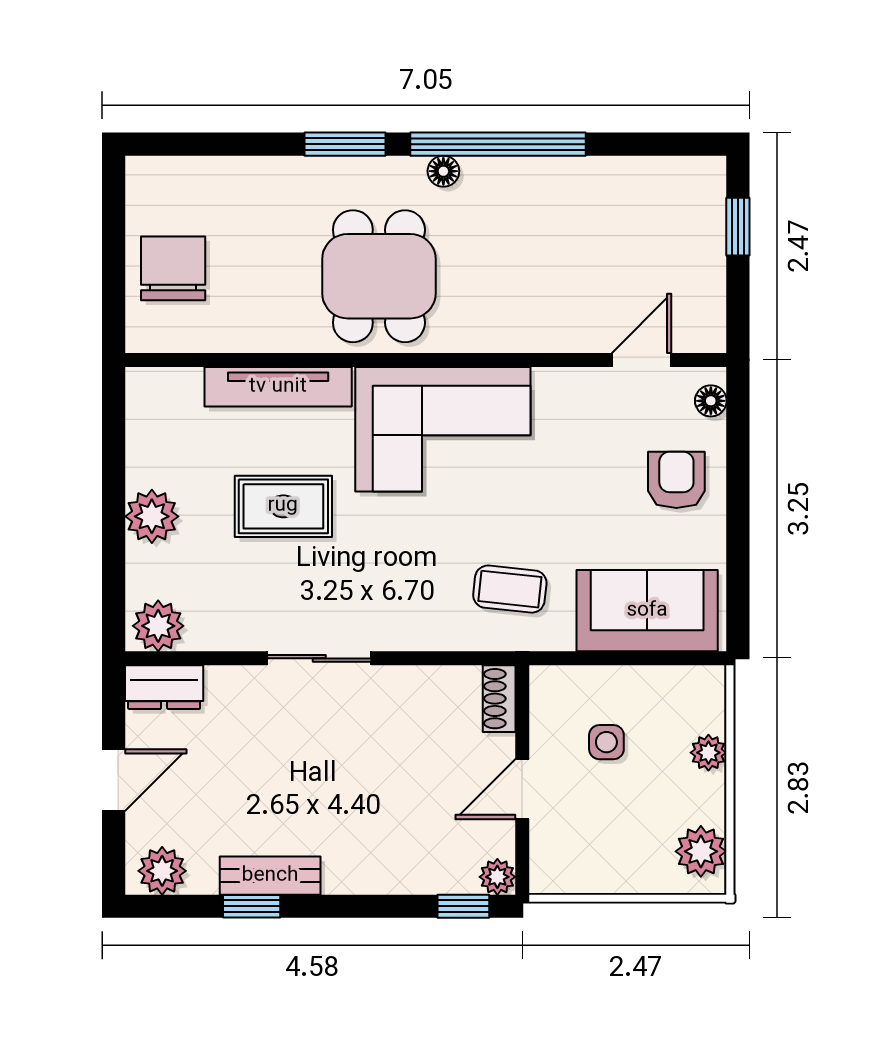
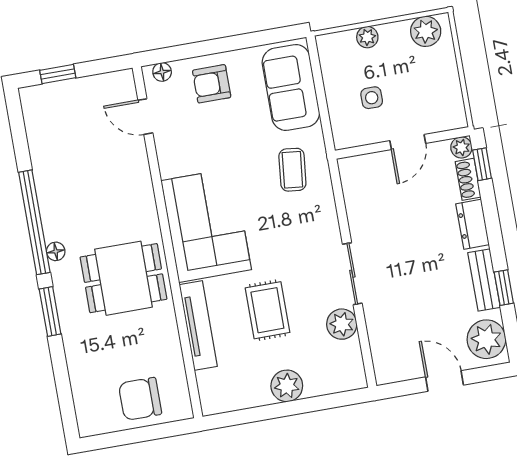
plant: (158, 626) -> (342, 324), moved
dresser: (164, 687) -> (473, 224), moved, turned 180
shoe rack: (499, 699) -> (468, 179), moved, turned 90
door: (522, 789) -> (408, 142), hinge flipped
plant: (162, 871) -> (486, 339), width x1.36, depth x1.36

